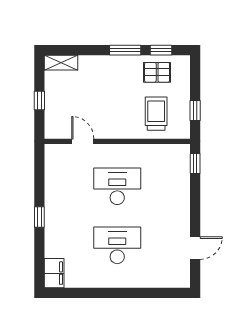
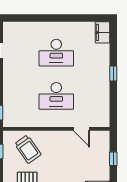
trolley: (156, 114) -> (28, 149), turned -35

